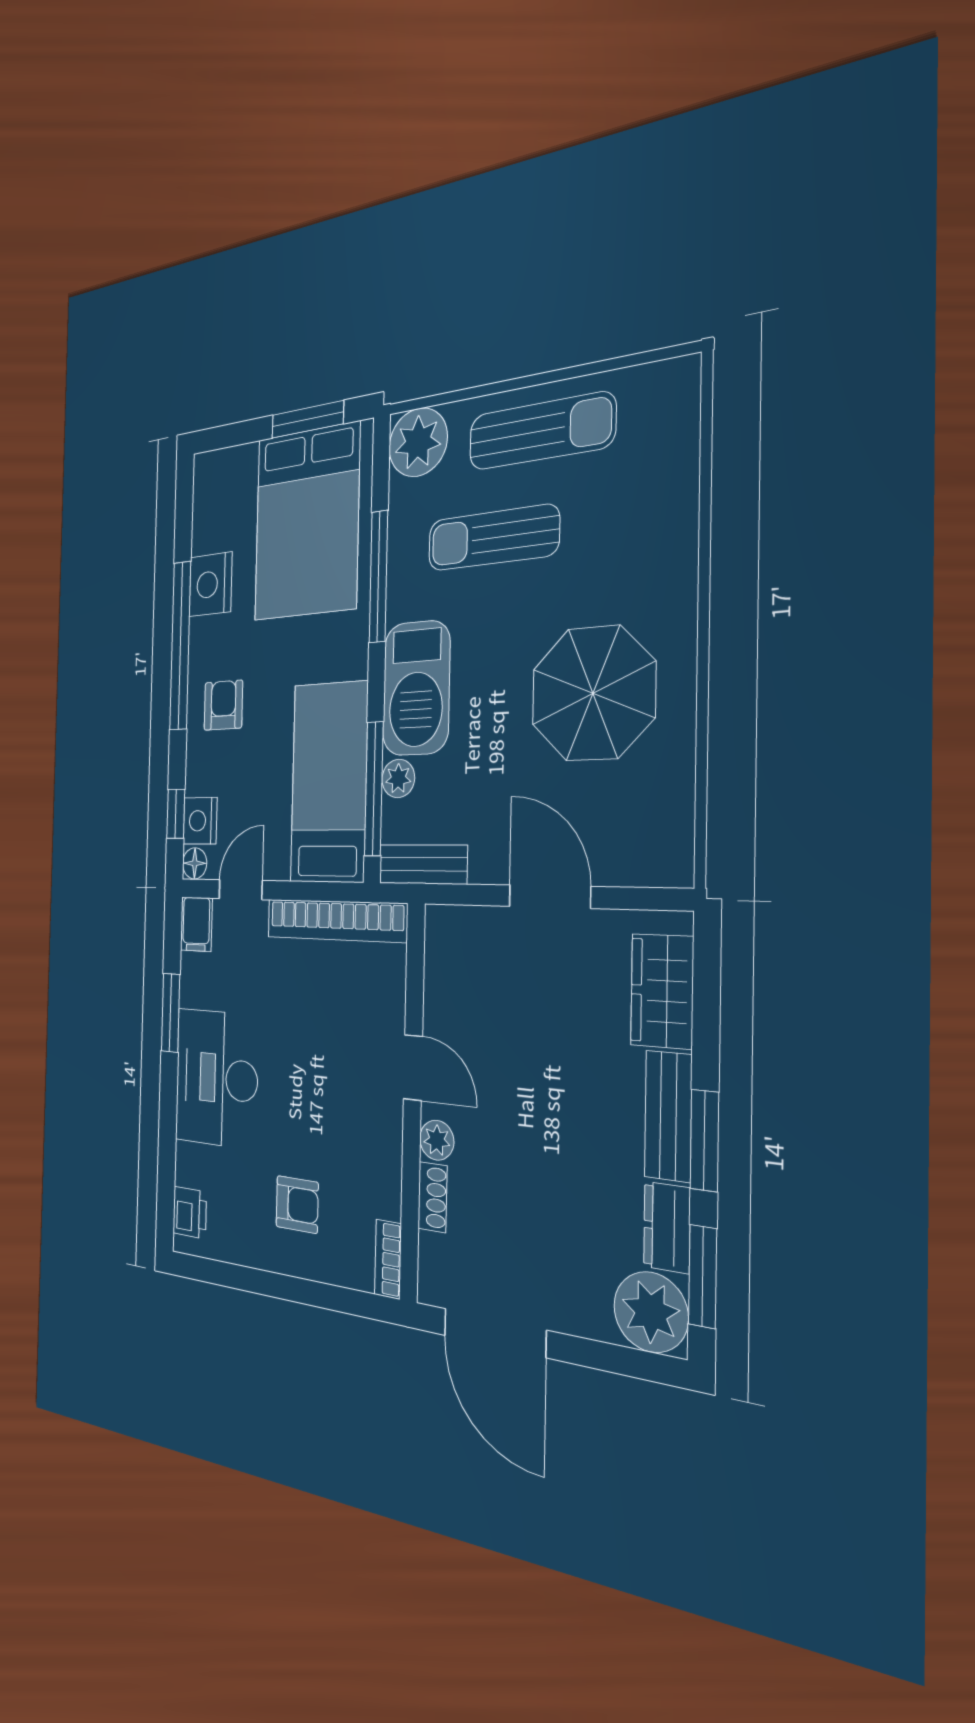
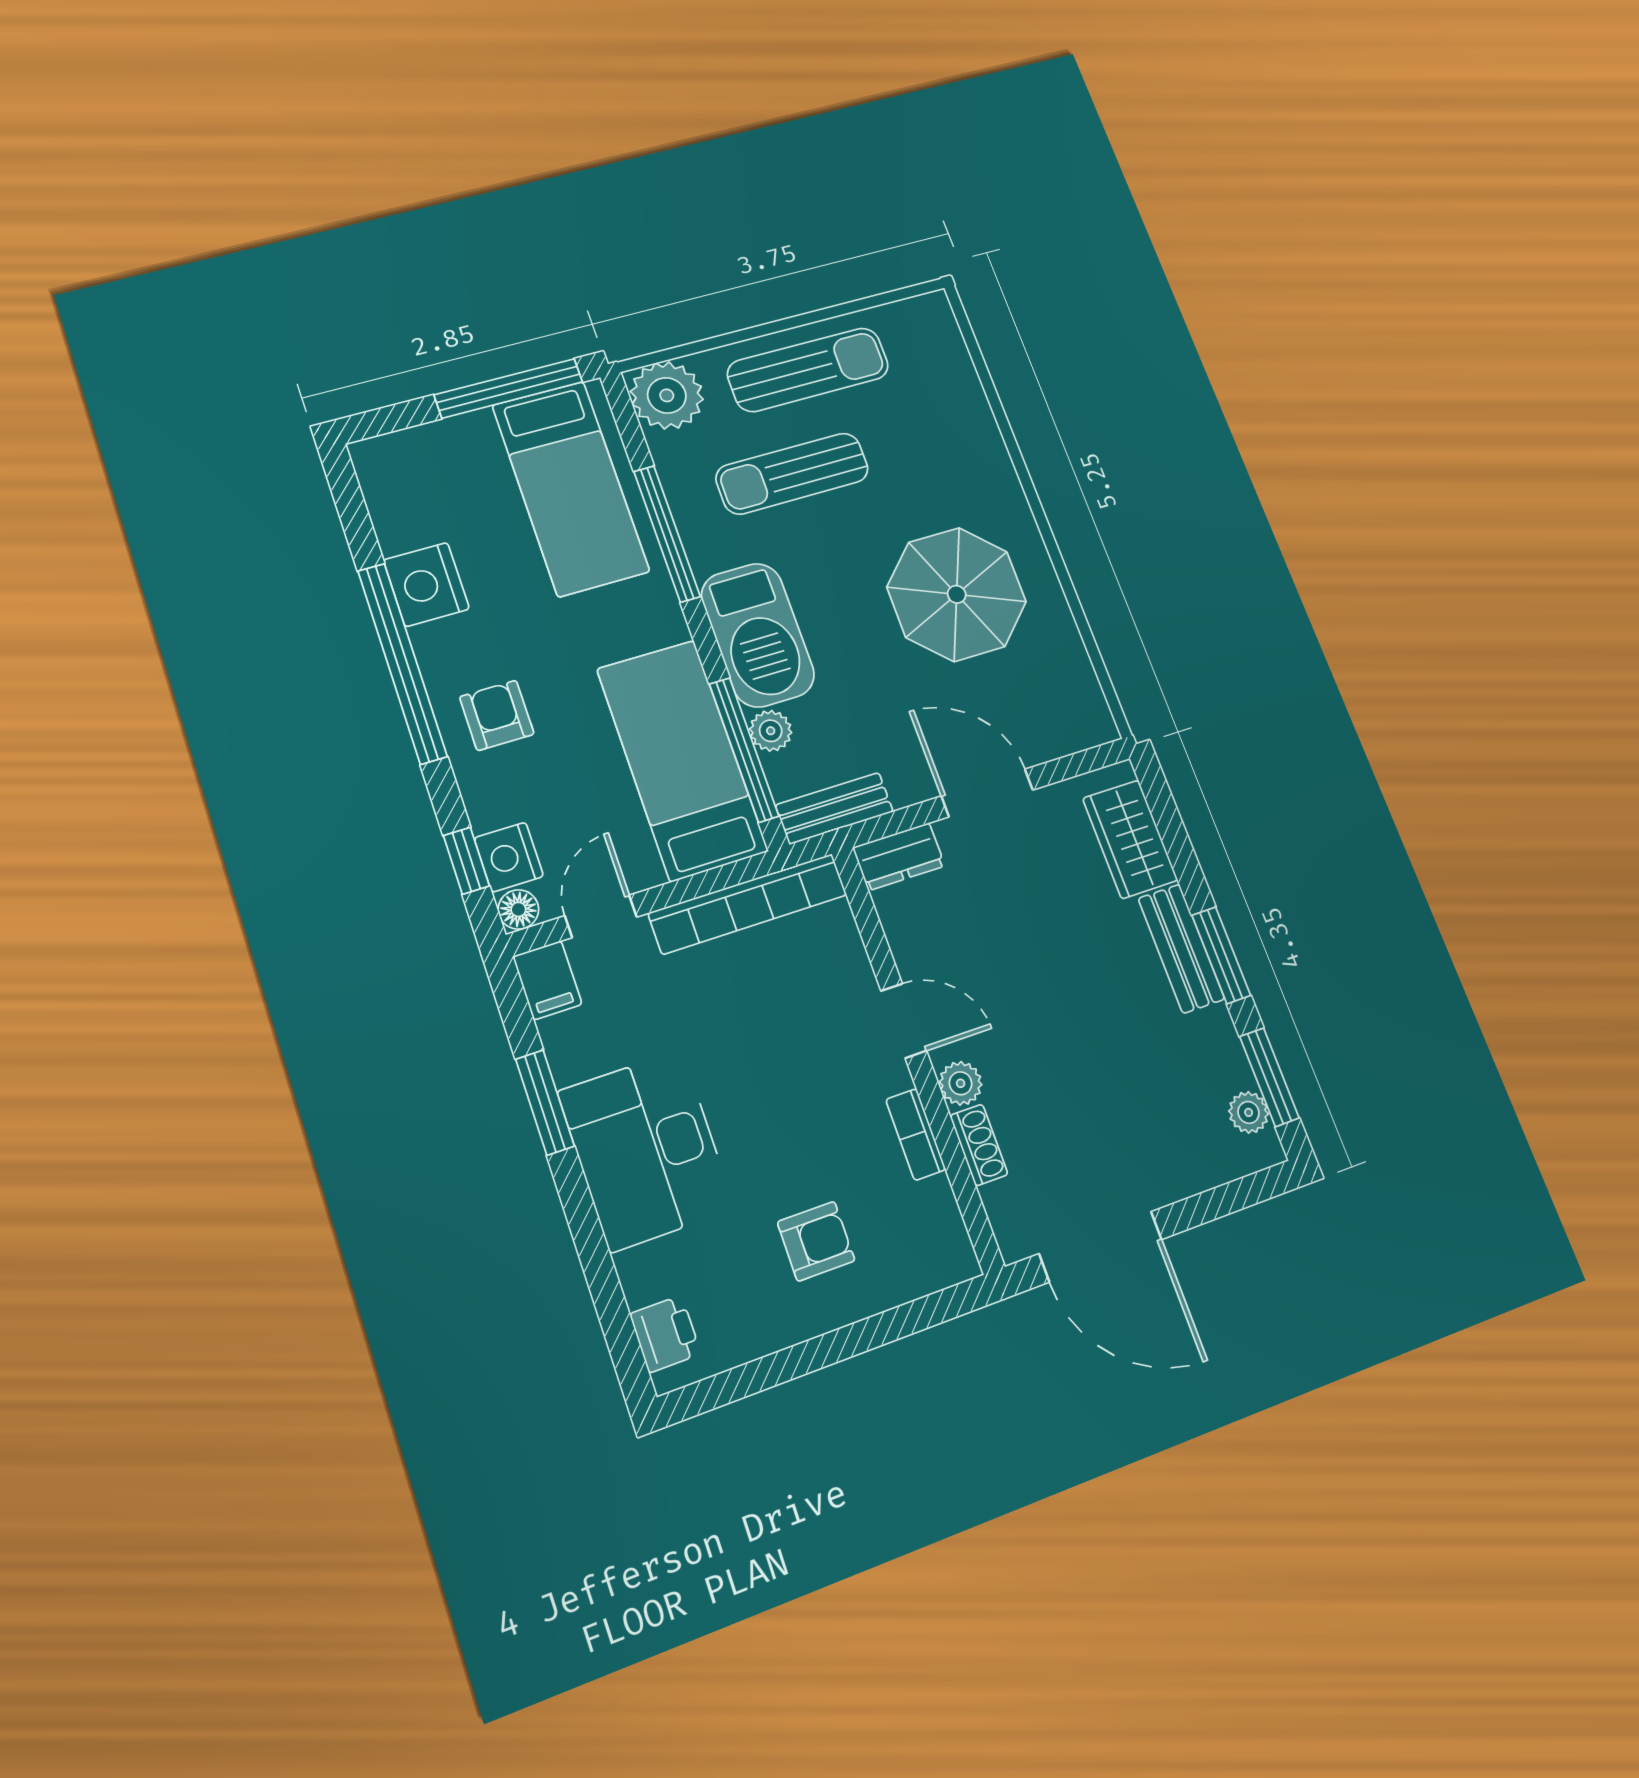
window: (307, 419) -> (509, 388), width x1.44
bed: (307, 522) -> (571, 488), width x0.67
dresser: (667, 1227) -> (899, 857), moved, turned -90
bookcase: (388, 1259) -> (916, 1134), moved
plant: (651, 1312) -> (1249, 1112), width x0.53, depth x0.53

